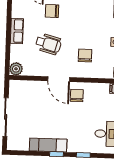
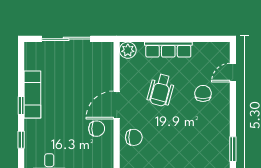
row of seats: (17, 31) -> (168, 50), width x1.48
chair: (85, 56) -> (134, 137), moved

